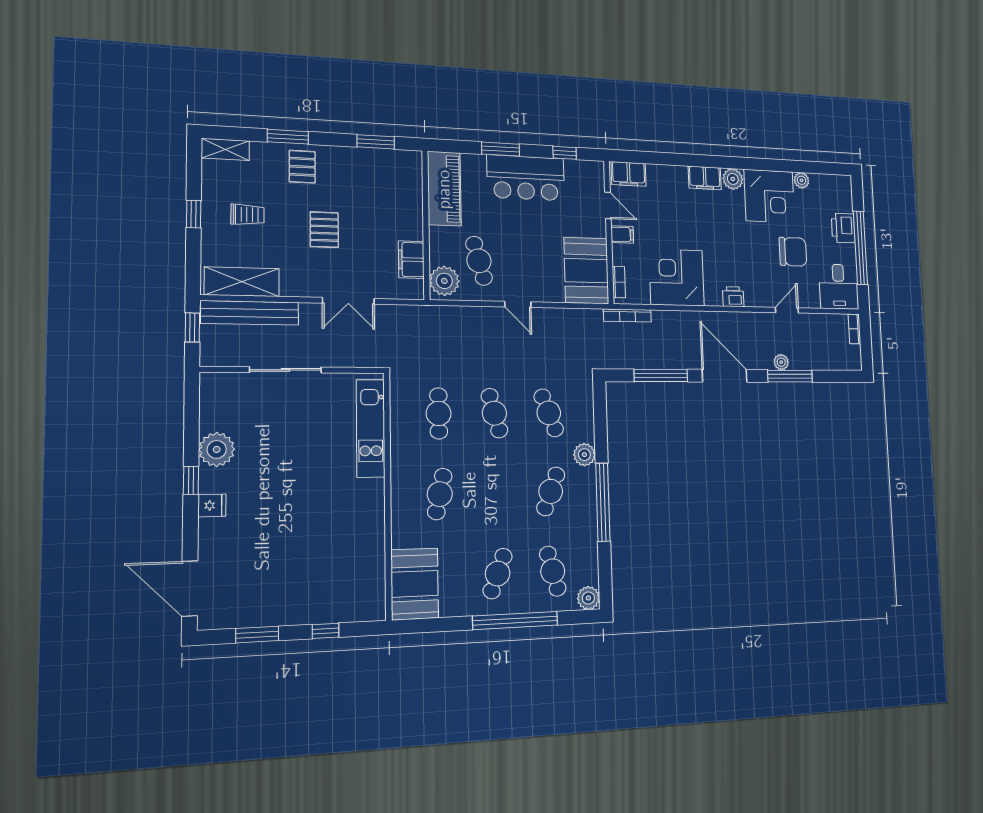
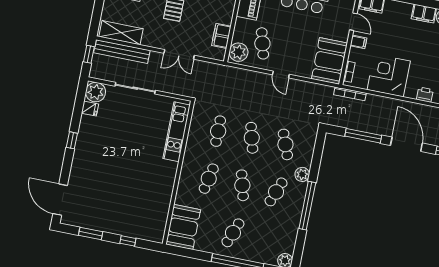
plant: (217, 449) -> (96, 92), moved
fridge: (212, 505) -> (90, 109), moved
cafe table: (553, 571) -> (242, 185), moved

